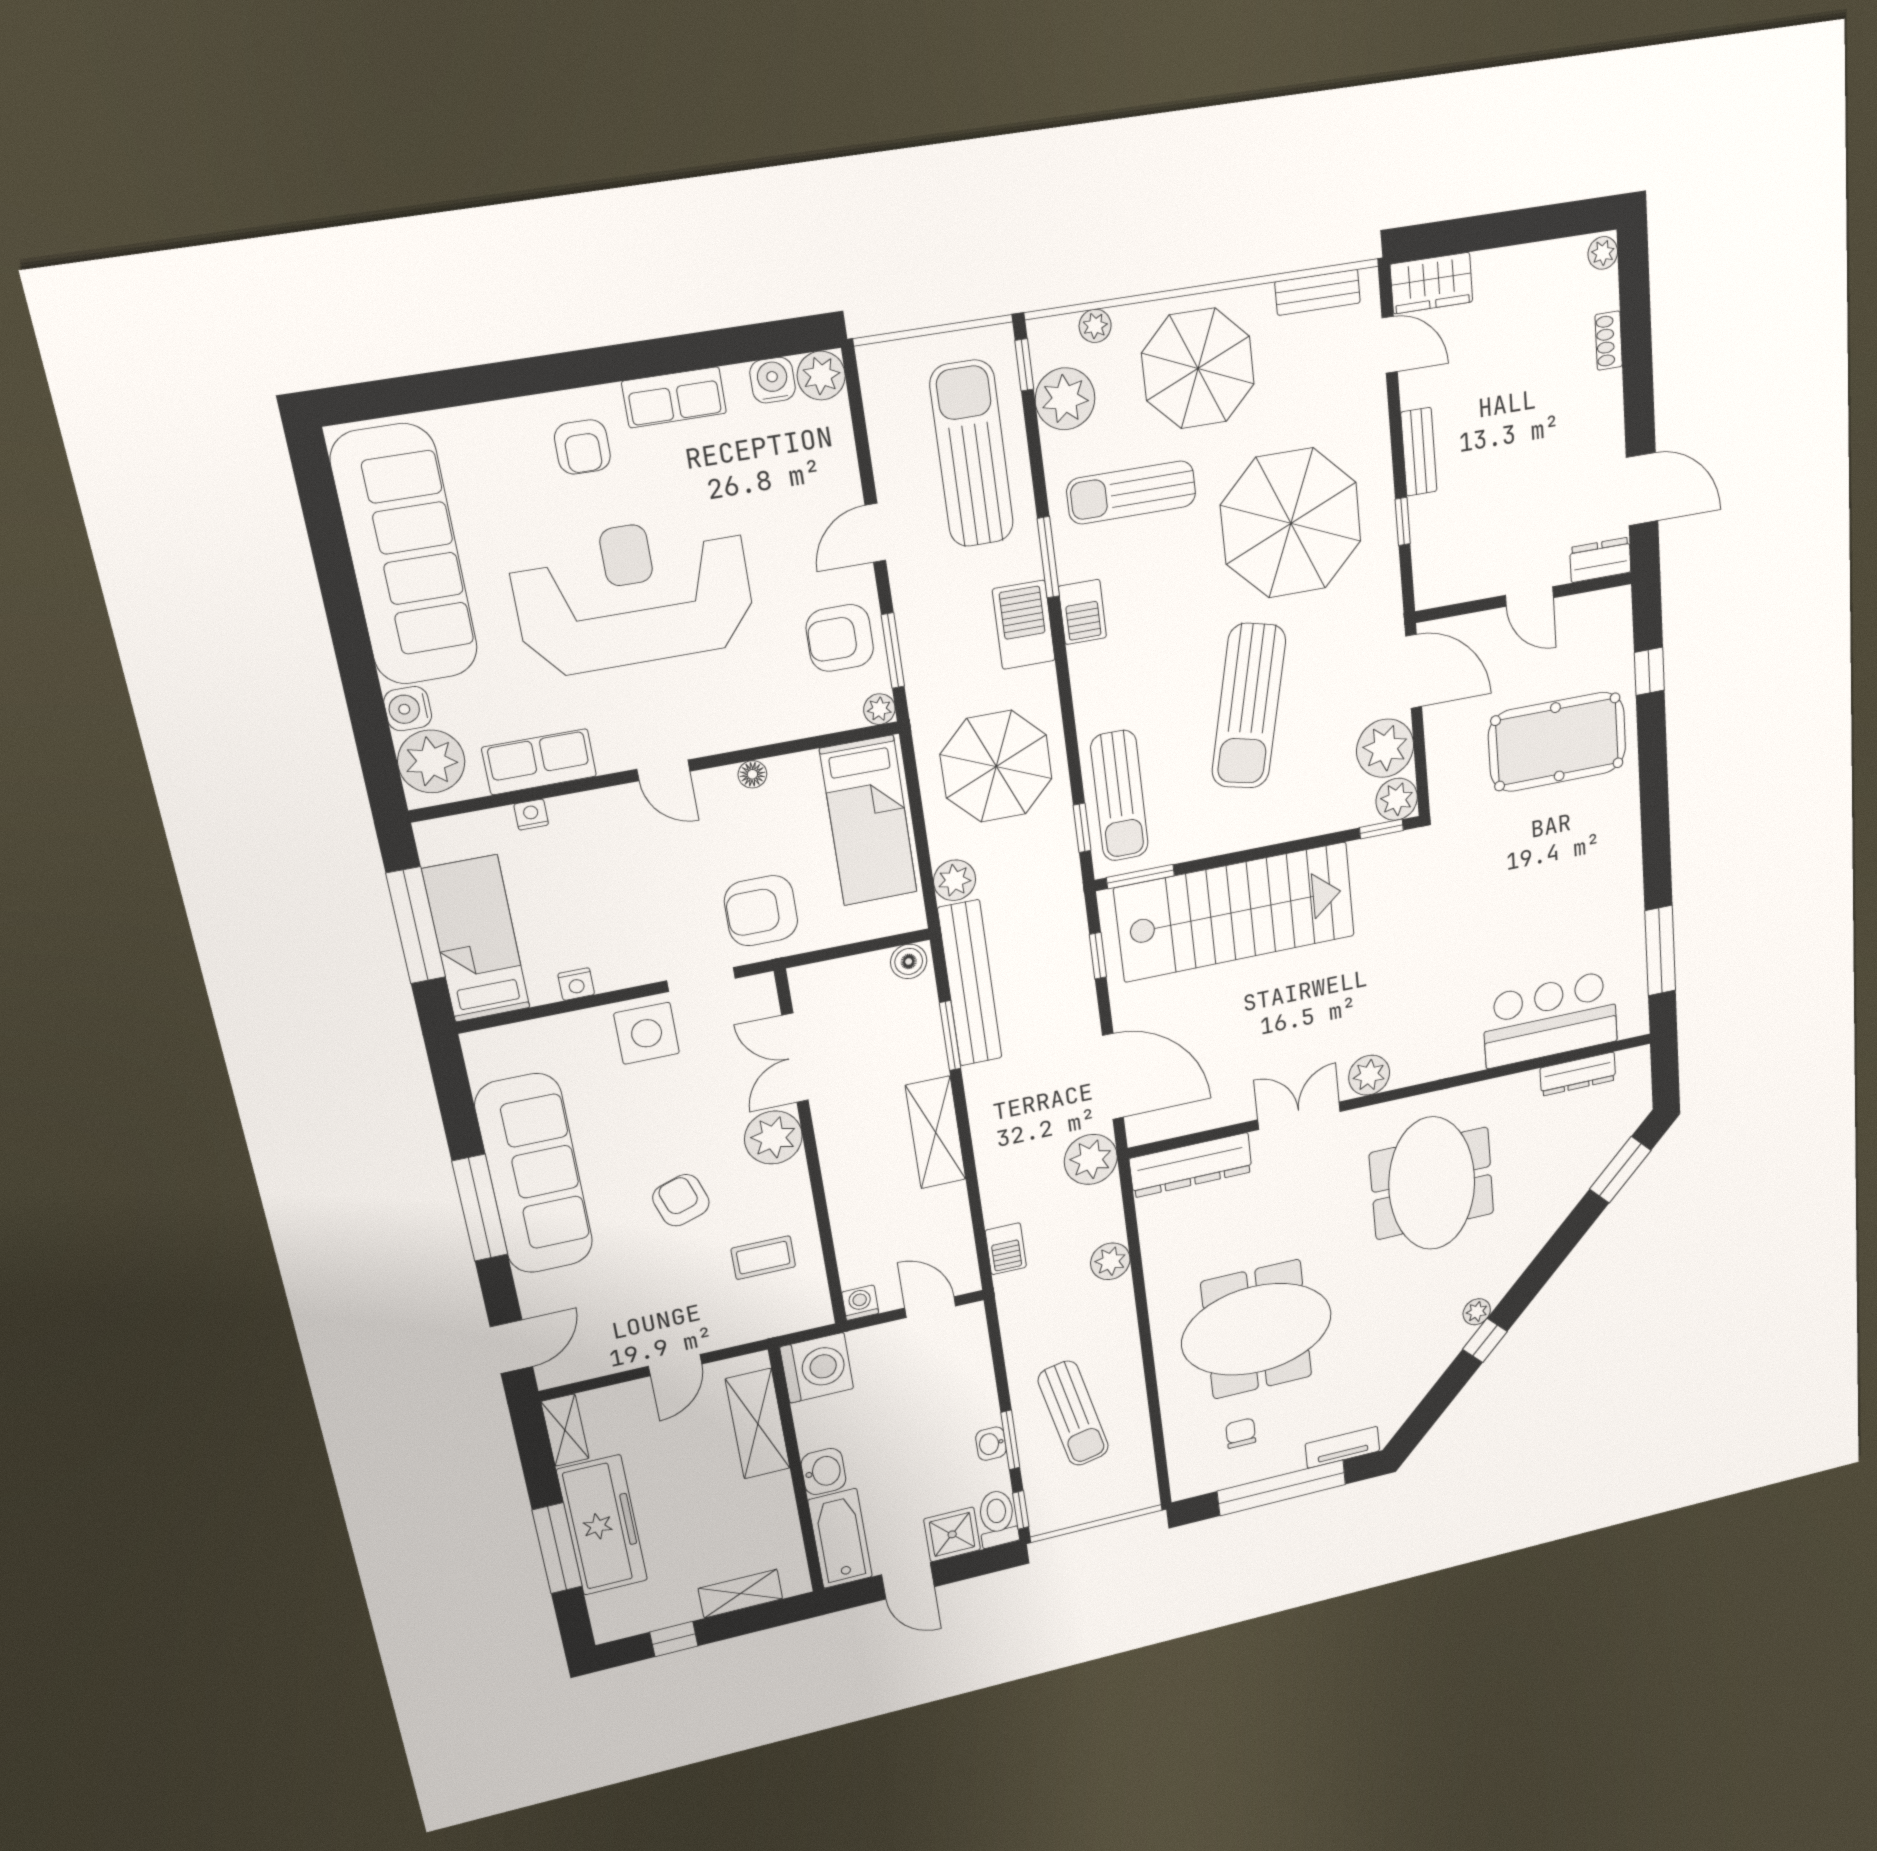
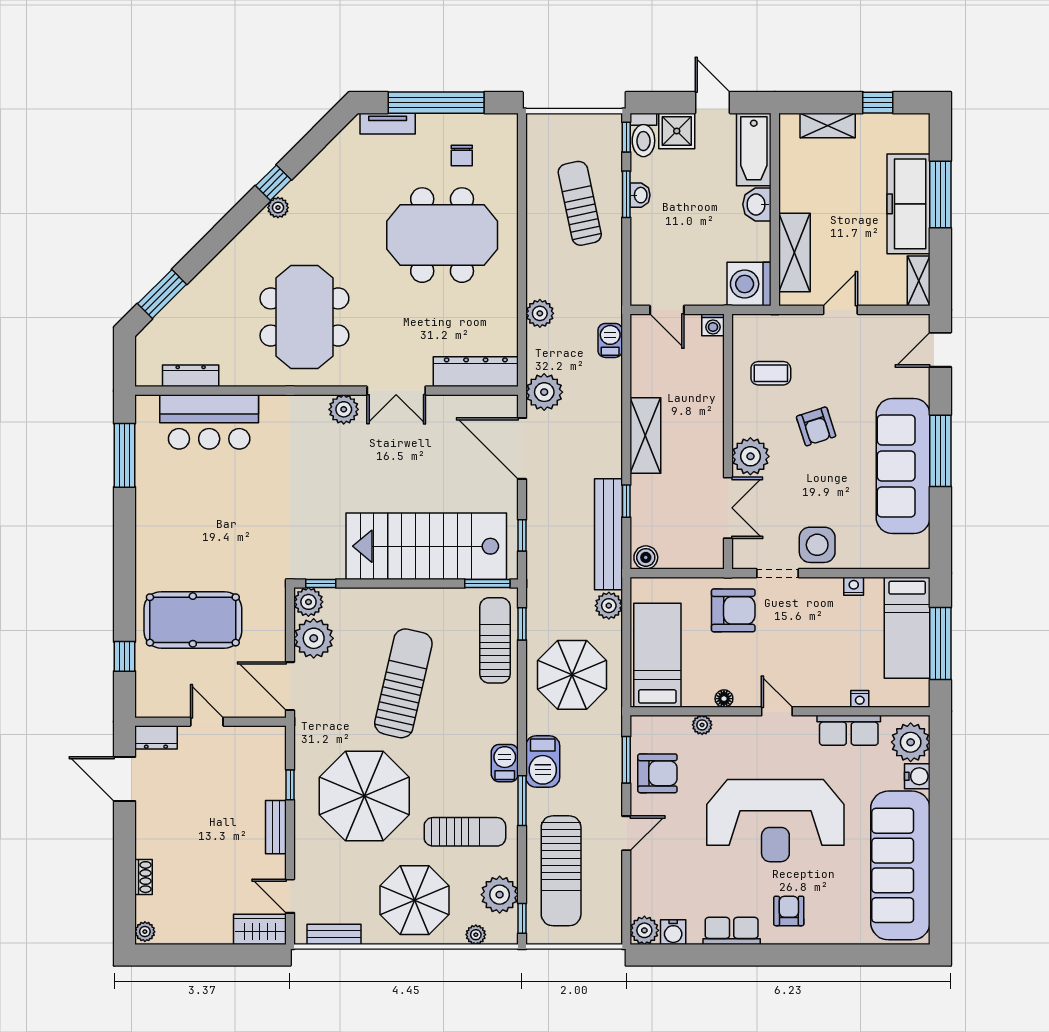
plant: (879, 709) -> (702, 725), moved
window: (950, 1036) -> (626, 501), width x0.67

